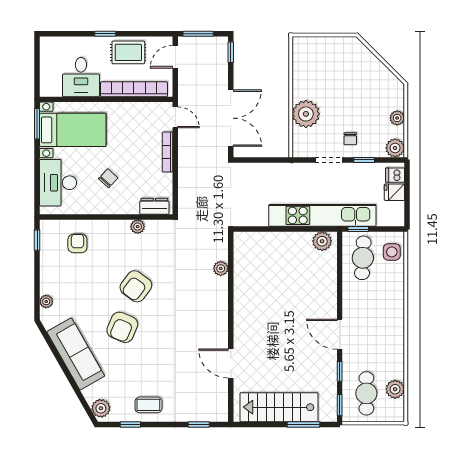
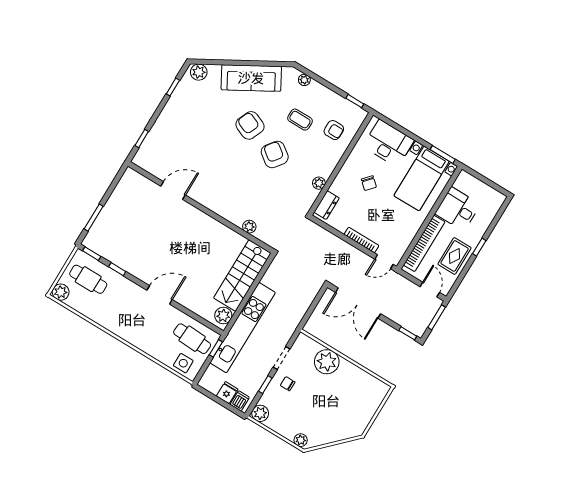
plant: (397, 118) -> (301, 440), moved
door: (340, 334) -> (160, 295), moved
plant: (395, 389) -> (61, 292), moved
coffee table: (148, 405) -> (300, 120), moved, turned 90
stairs: (279, 407) -> (242, 276), moved, turned 180

